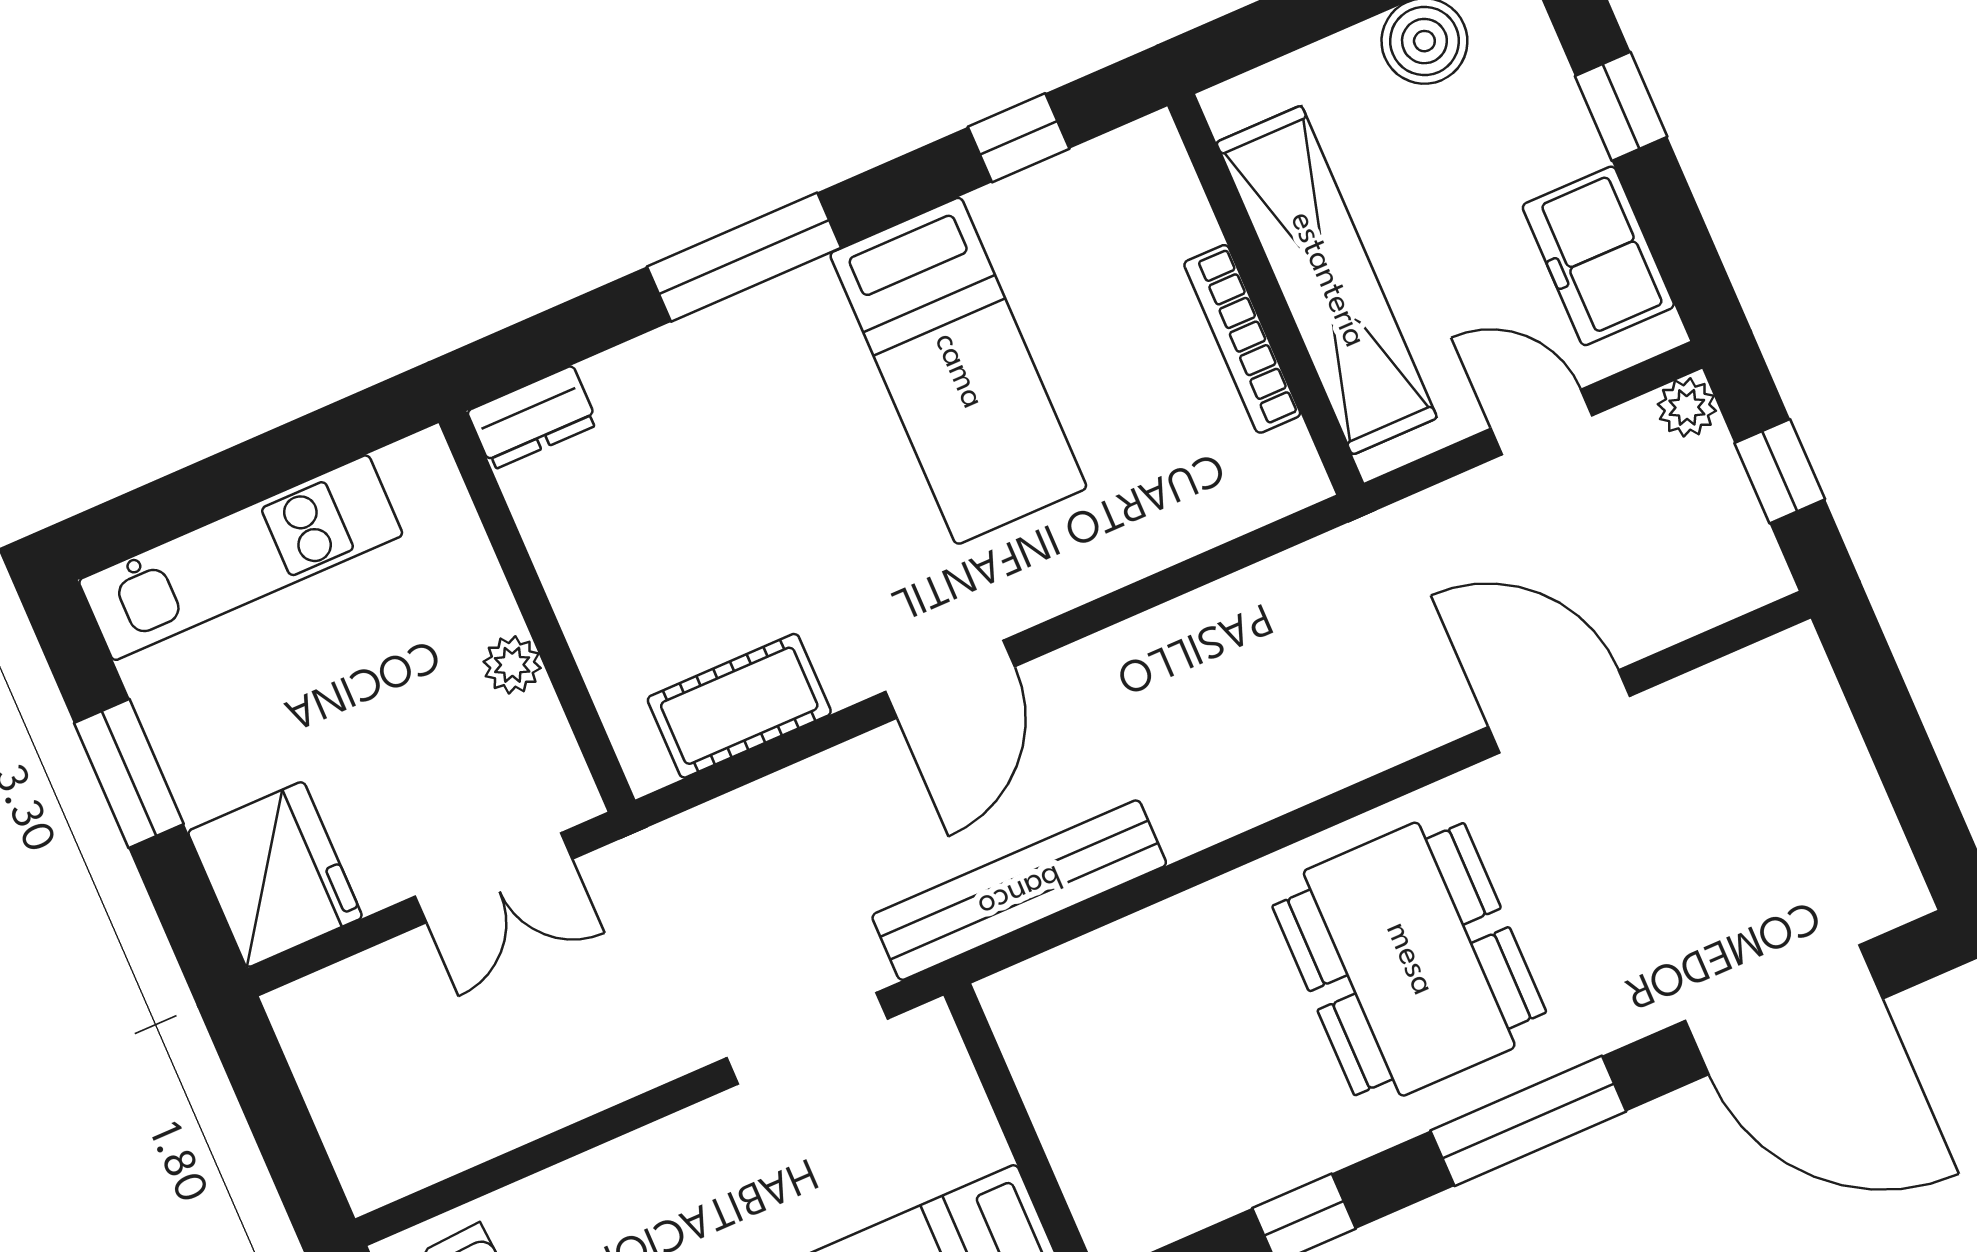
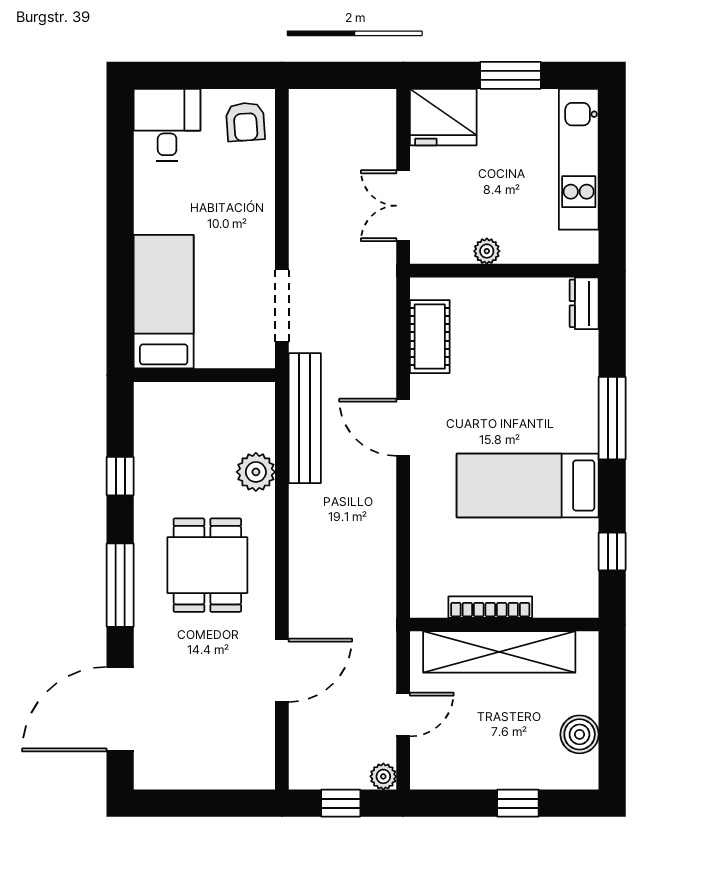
freezer: (1598, 256) -> (461, 767), removed
plant: (1174, 943) -> (256, 472), added
dining table: (1409, 959) -> (207, 565), width x0.73

